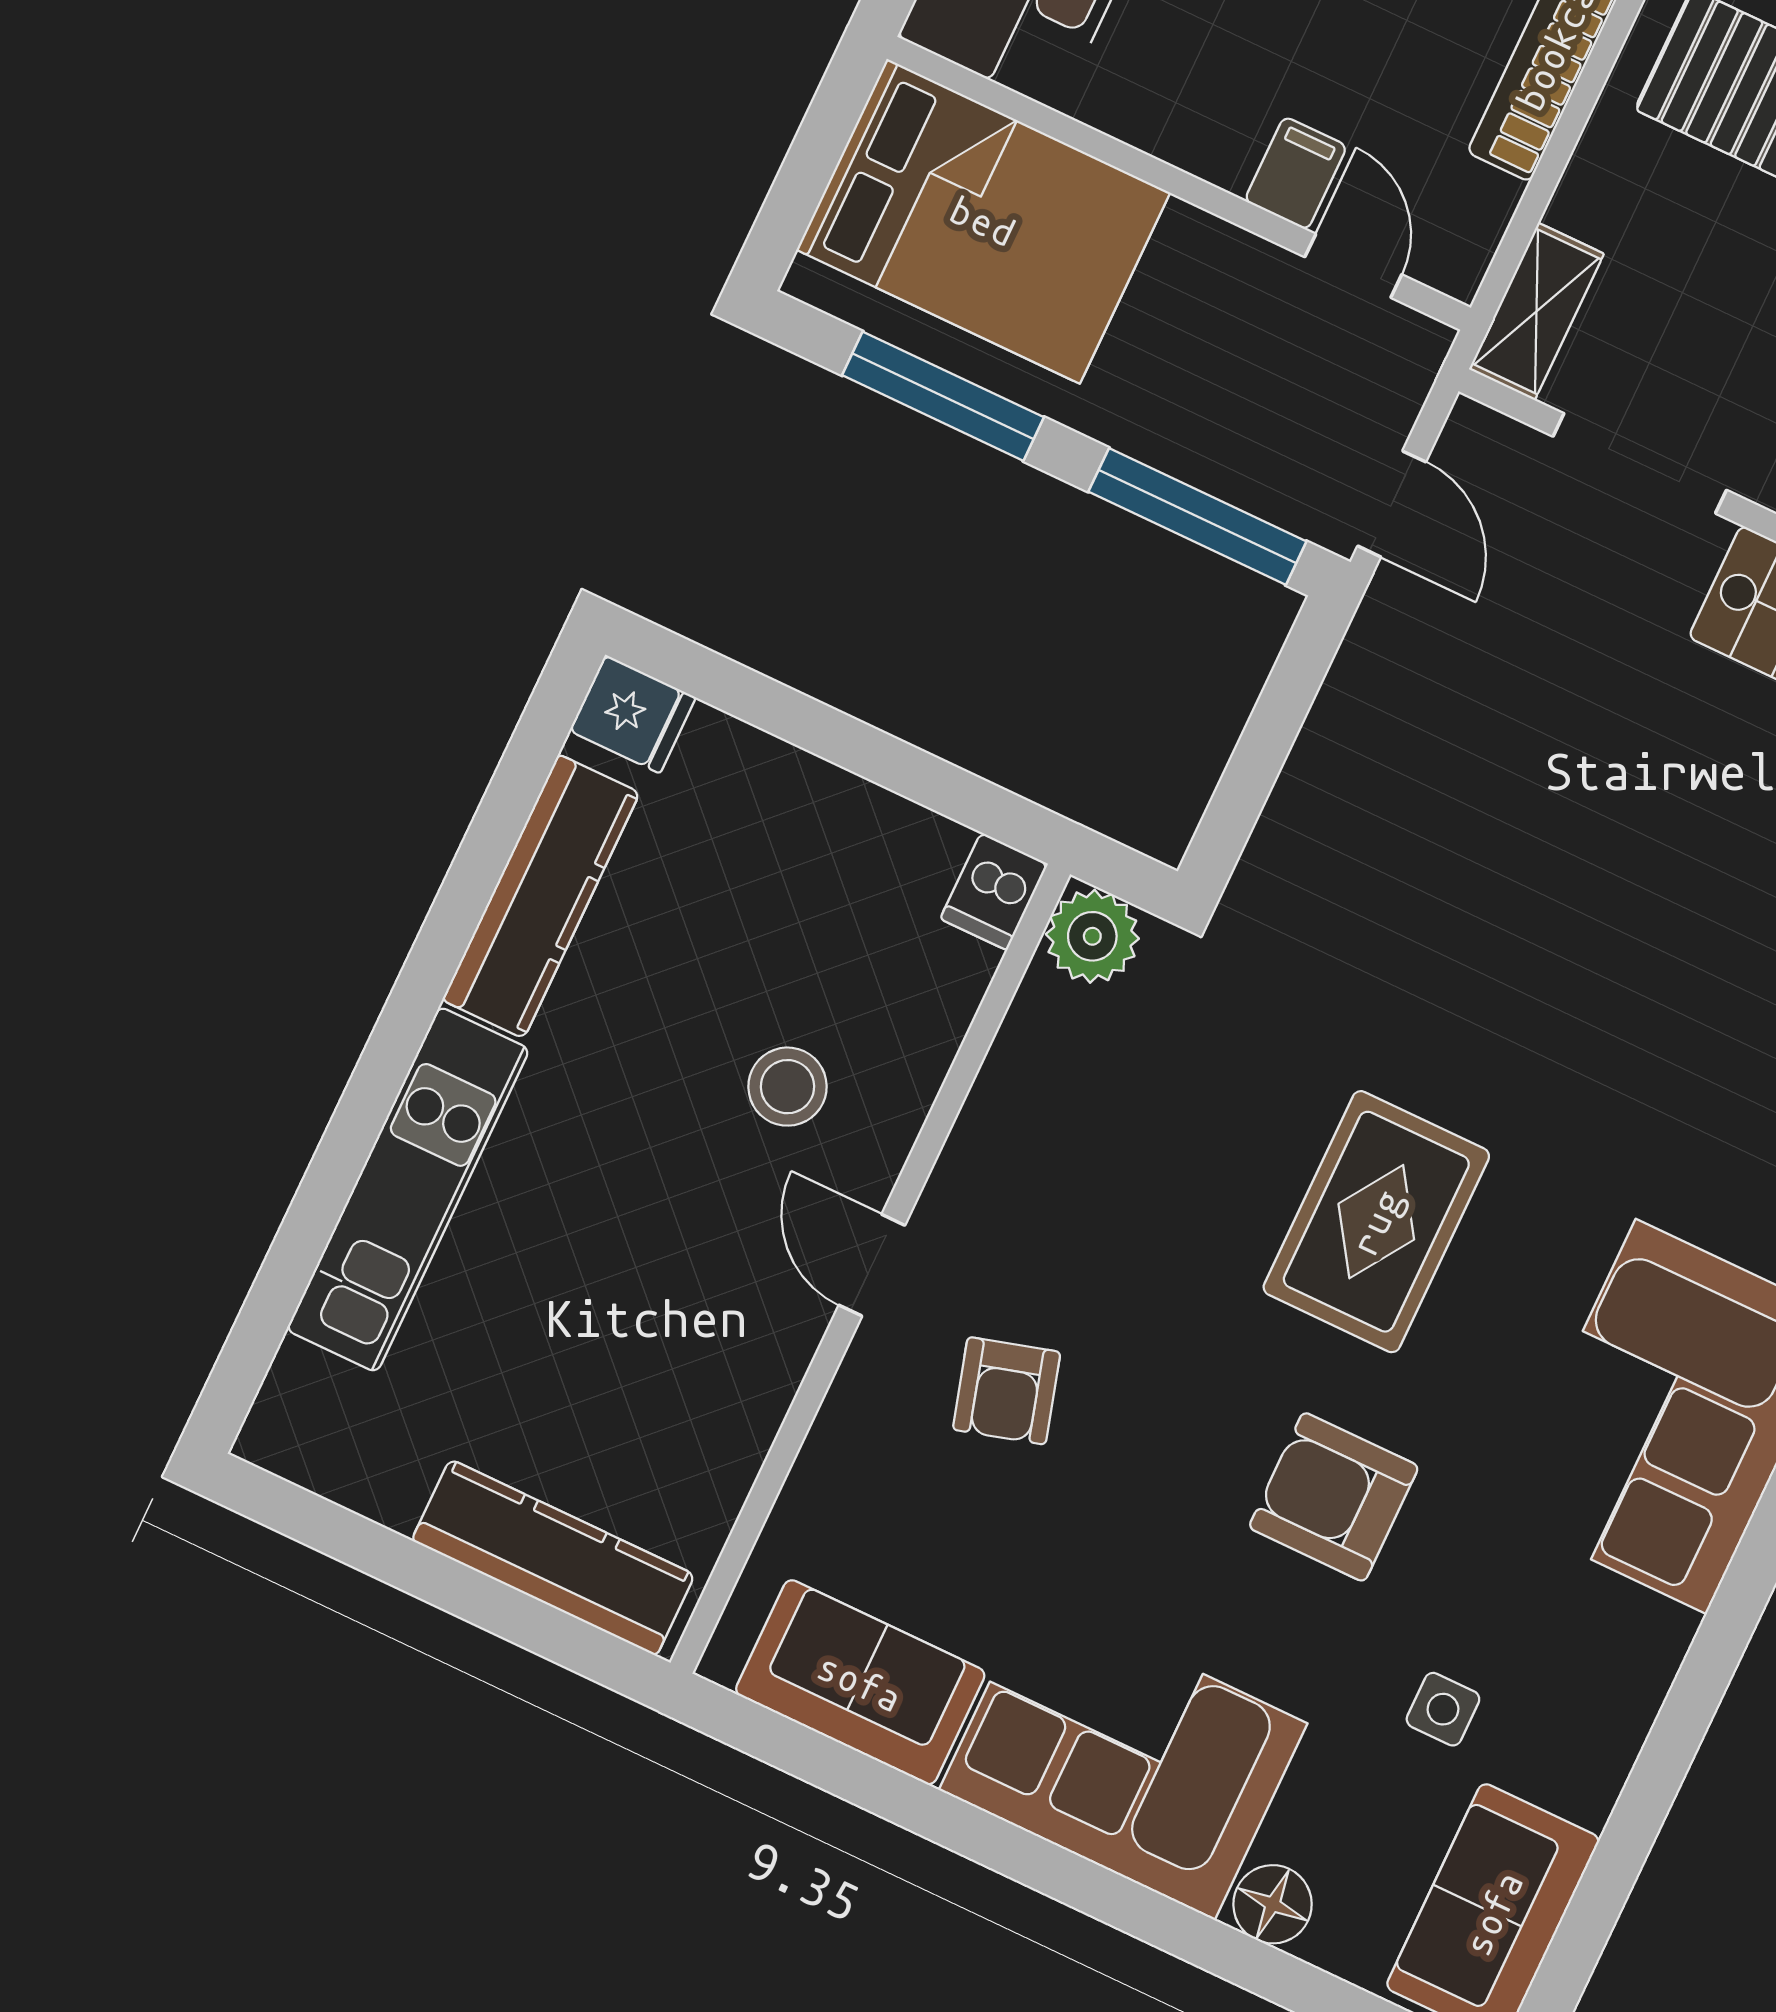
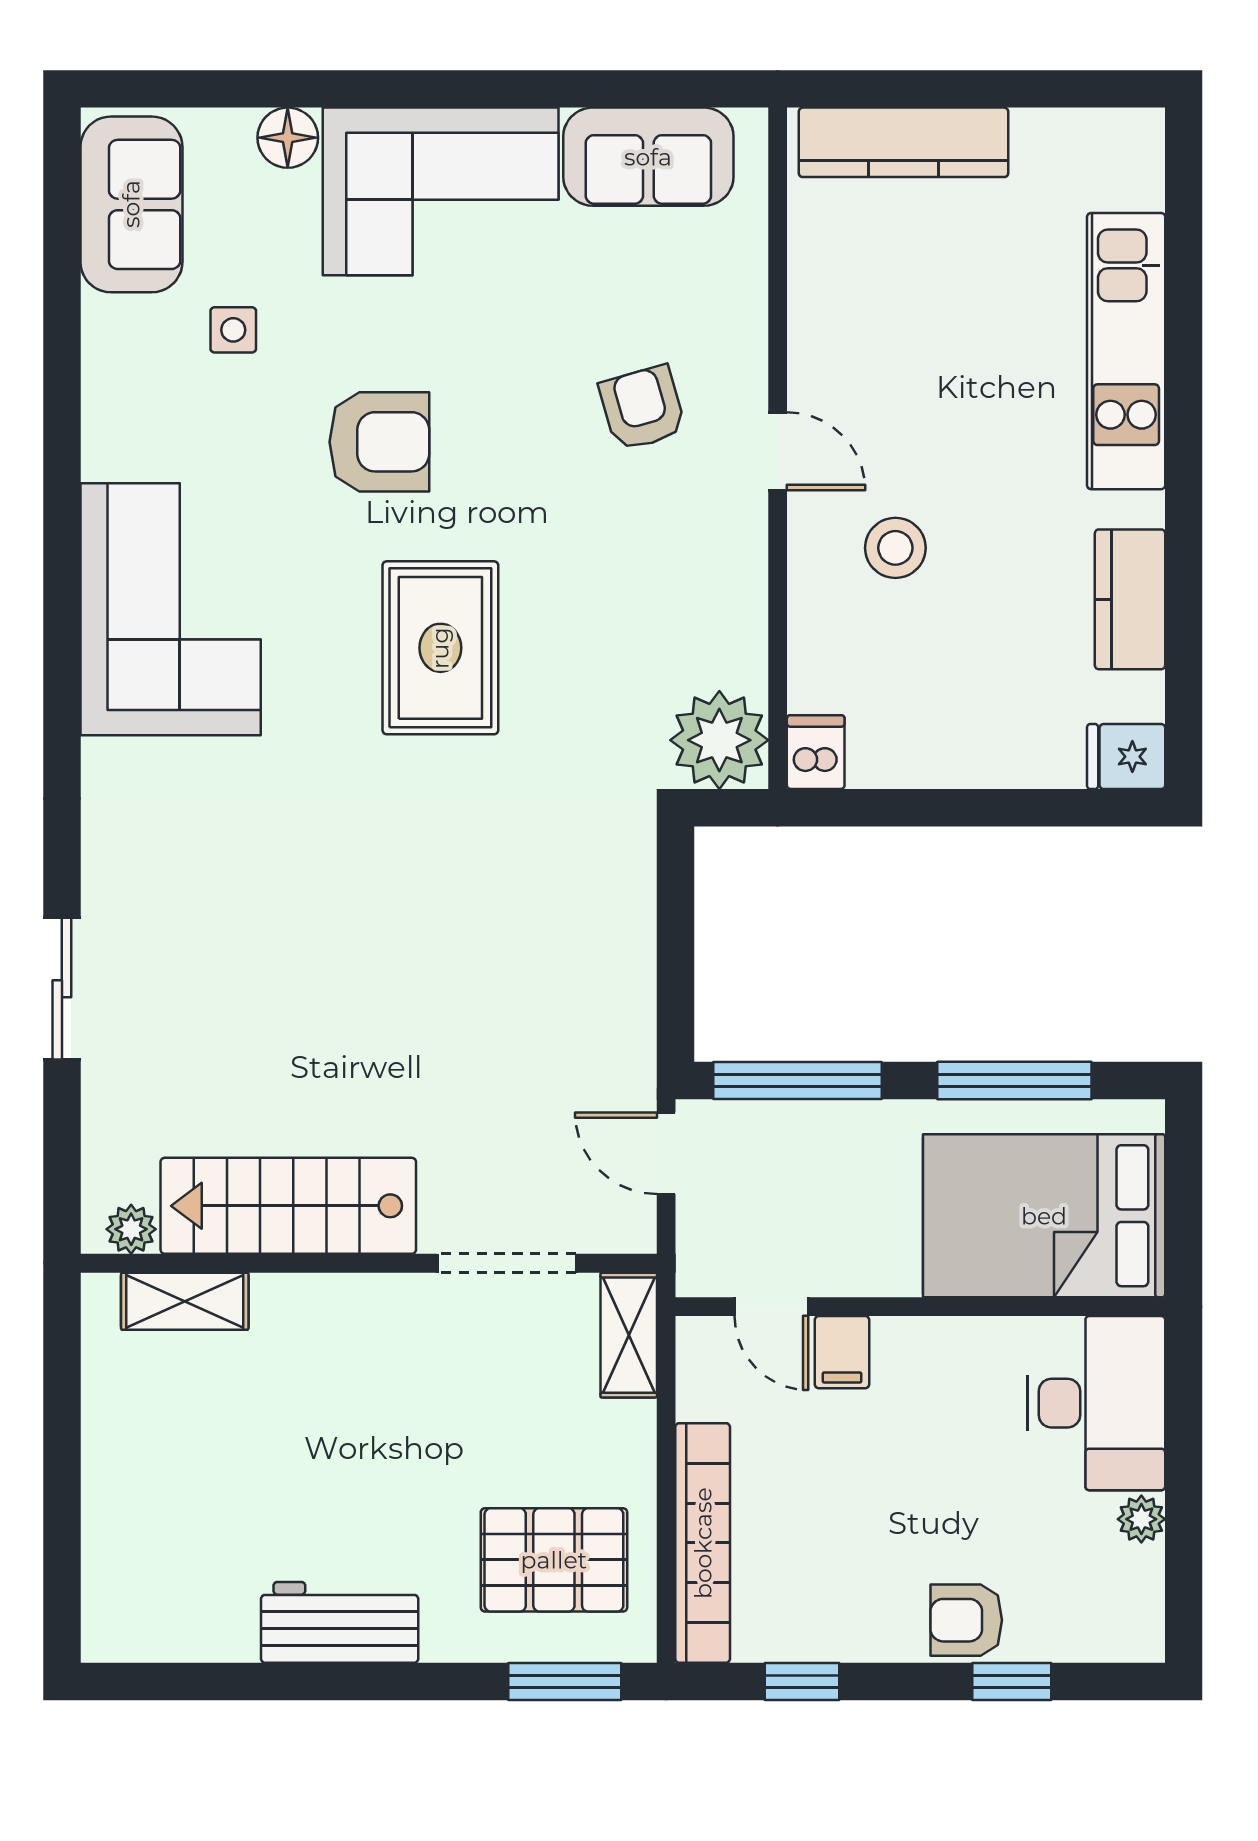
kitchen counter: (541, 896) -> (1130, 599), width x0.67
plant: (1092, 936) -> (719, 740), width x1.36, depth x1.36

